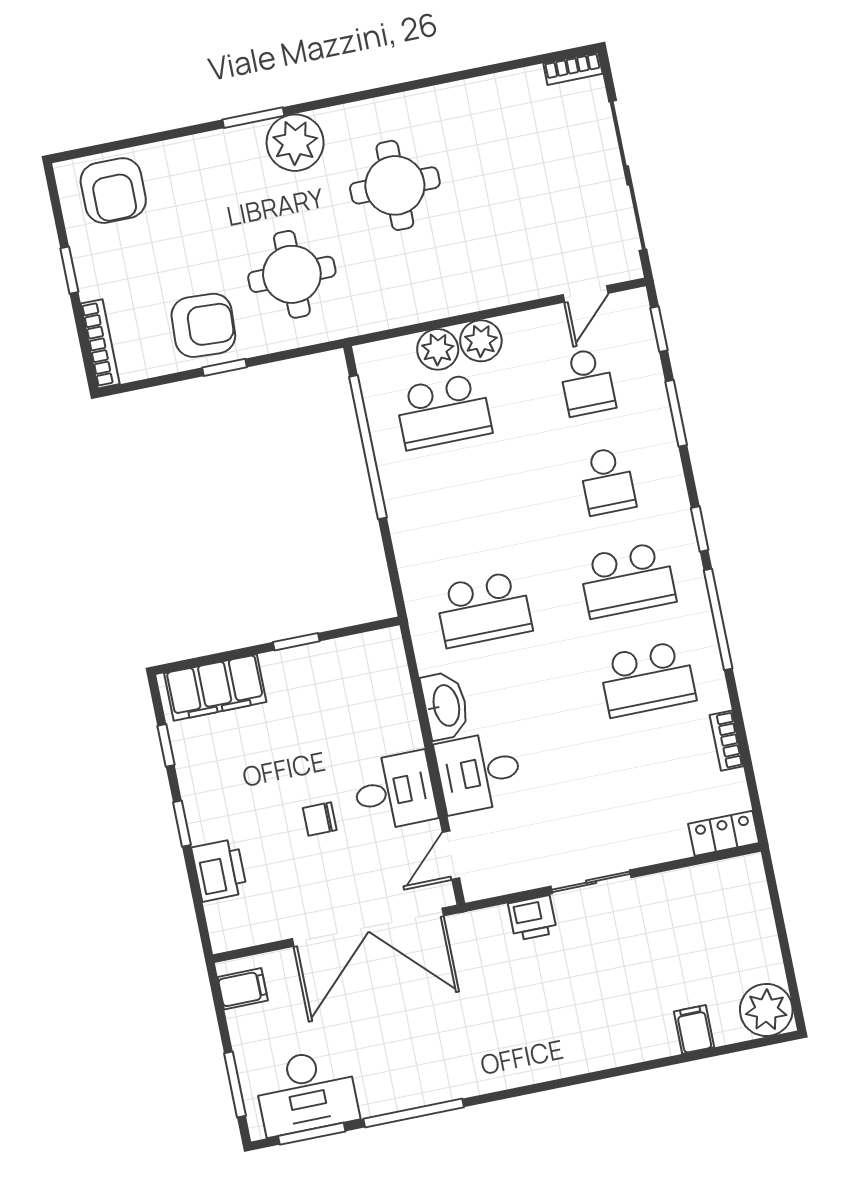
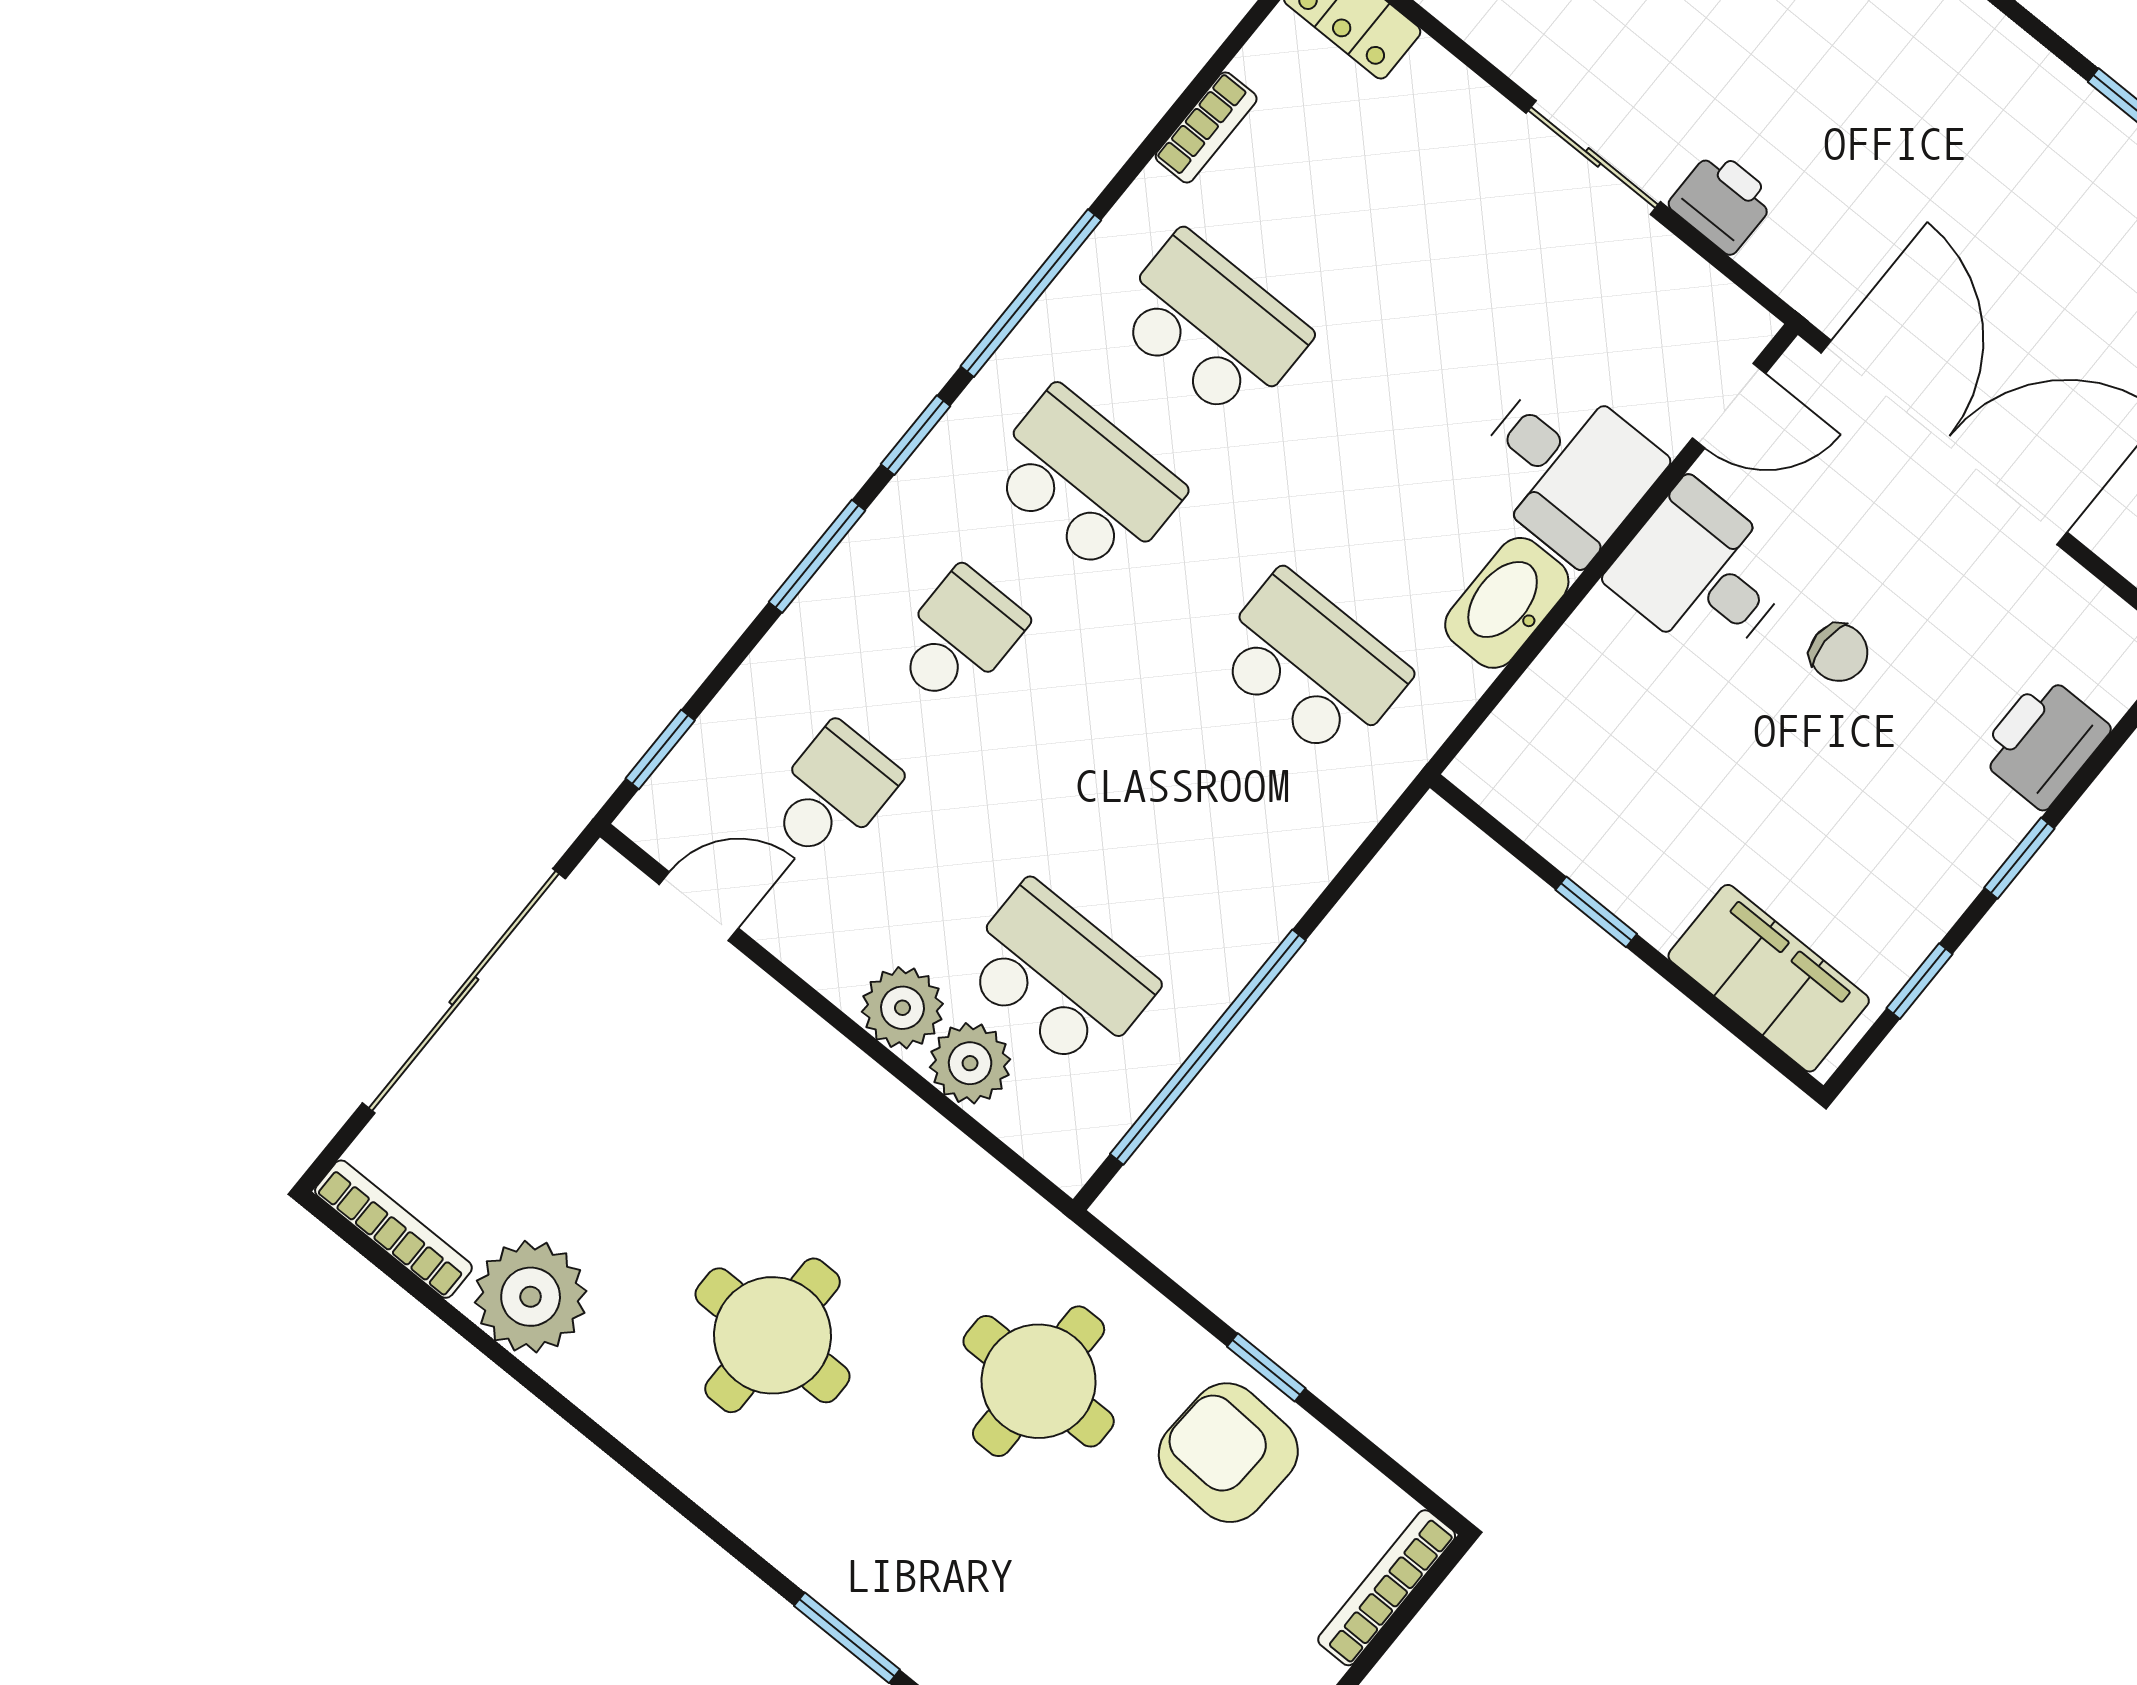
bookcase: (573, 69) -> (393, 1229), width x1.56
plant: (295, 143) -> (531, 1297), moved
window: (676, 413) -> (817, 556), moved

